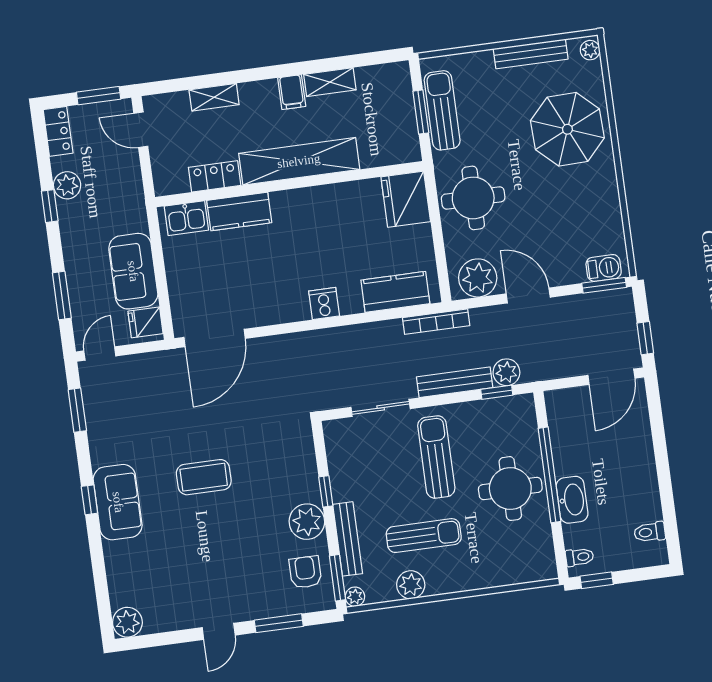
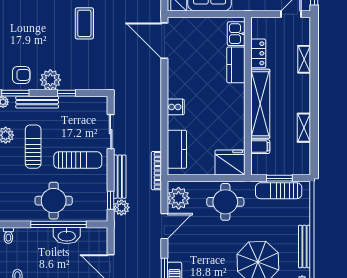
filing cabinet: (292, 92) -> (260, 147), moved, turned 180
sun lounger: (442, 110) -> (279, 191), turned 180
washbasin: (572, 500) -> (67, 236), moved
sun lounger: (424, 536) -> (33, 147), turned 180

